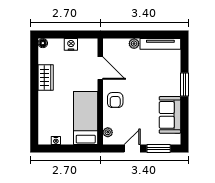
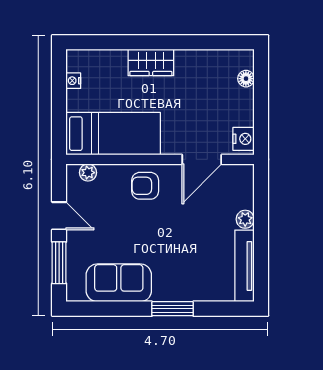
floor lamp: (43, 43) -> (246, 79), moved
nightstand: (71, 44) -> (244, 139), moved
wardrobe: (46, 78) -> (151, 62), moved

